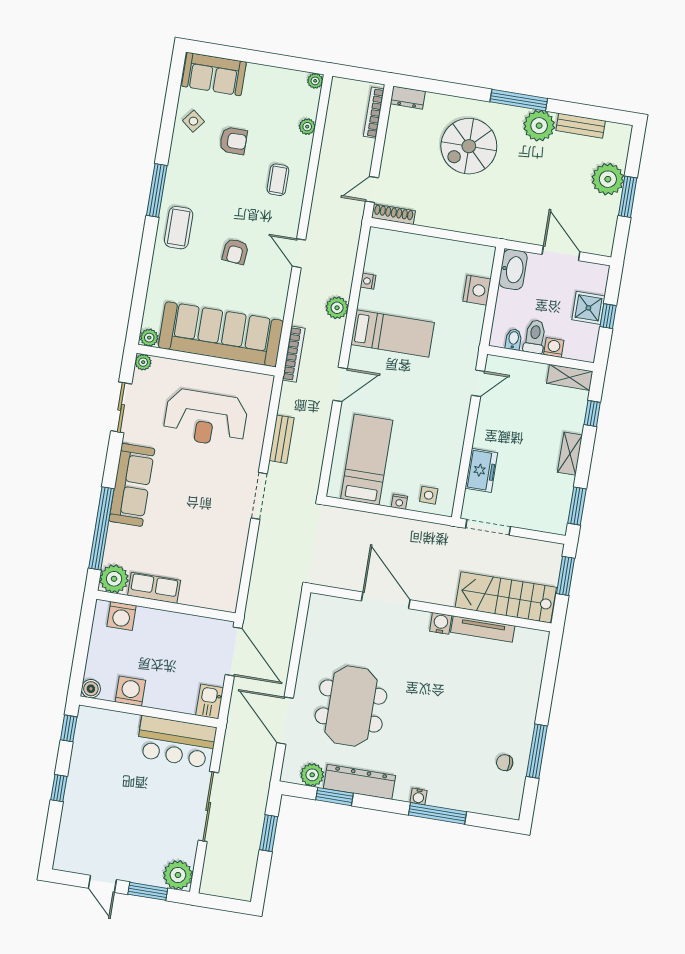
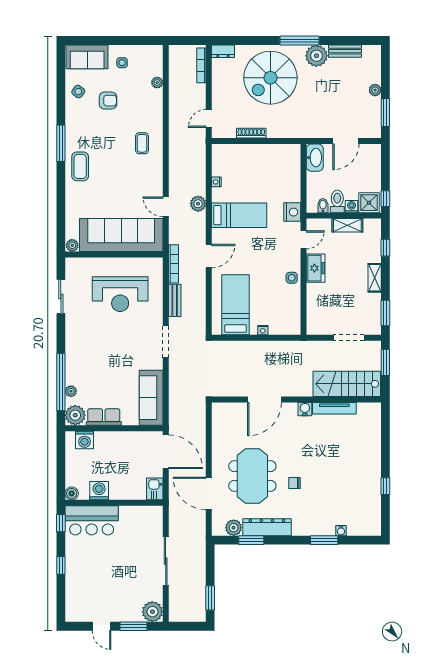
plant: (315, 81) -> (157, 50), removed
side table: (262, 90) -> (122, 63), added
spiral stairs: (469, 146) -> (270, 78), width x1.37, depth x1.37
plant: (608, 179) -> (375, 90), width x0.53, depth x0.53
coffee table: (278, 180) -> (142, 143), moved
window: (628, 197) -> (385, 112), moved
shoe rack: (393, 214) -> (251, 133), moved
armchair: (235, 251) -> (122, 176), removed
door: (299, 253) -> (166, 207), moved
door: (561, 253) -> (346, 141), swing flipped
nightstand: (477, 290) -> (292, 212), moved
shower: (588, 308) -> (369, 203), moved
window: (608, 316) -> (385, 199), moved
bookcase: (294, 354) -> (173, 264), moved
plant: (143, 362) -> (71, 391), moved
shelving: (570, 377) -> (347, 225), moved
freezer: (481, 470) -> (316, 268), moved
sofa: (132, 485) -> (151, 398), moved, turned 180
side table: (429, 495) -> (292, 278), moved
doorway: (488, 527) -> (349, 338), moved
door: (386, 600) -> (264, 399), swing flipped
bar counter: (176, 742) -> (92, 520), moved
window: (537, 751) -> (385, 486), width x0.46
chair: (505, 763) -> (295, 483), moved
water cooler: (419, 797) -> (341, 531), moved
window: (437, 813) -> (324, 540), width x0.69
window: (269, 833) -> (210, 598), moved

